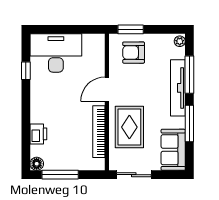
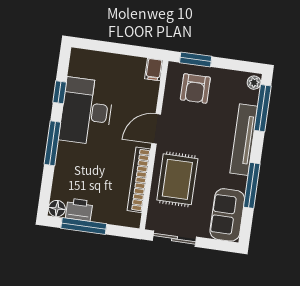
filing cabinet: (98, 42) -> (154, 70), added
desk: (56, 53) -> (86, 111), moved, turned -90
armchair: (134, 53) -> (195, 88), turned -90
window: (189, 75) -> (263, 108), moved
window: (26, 112) -> (52, 143), added
printer: (38, 134) -> (79, 210), moved, turned -90

